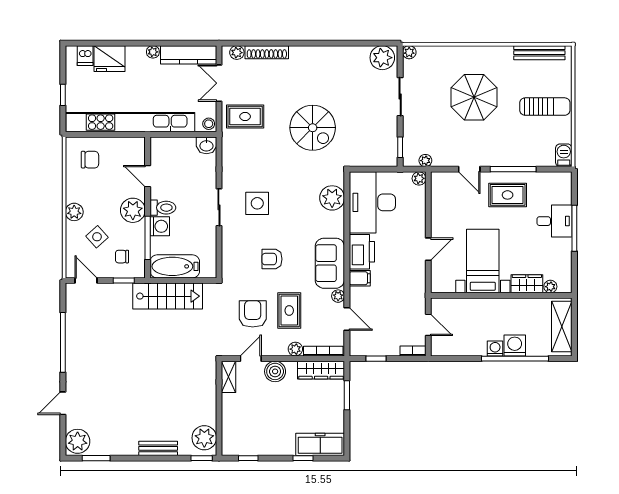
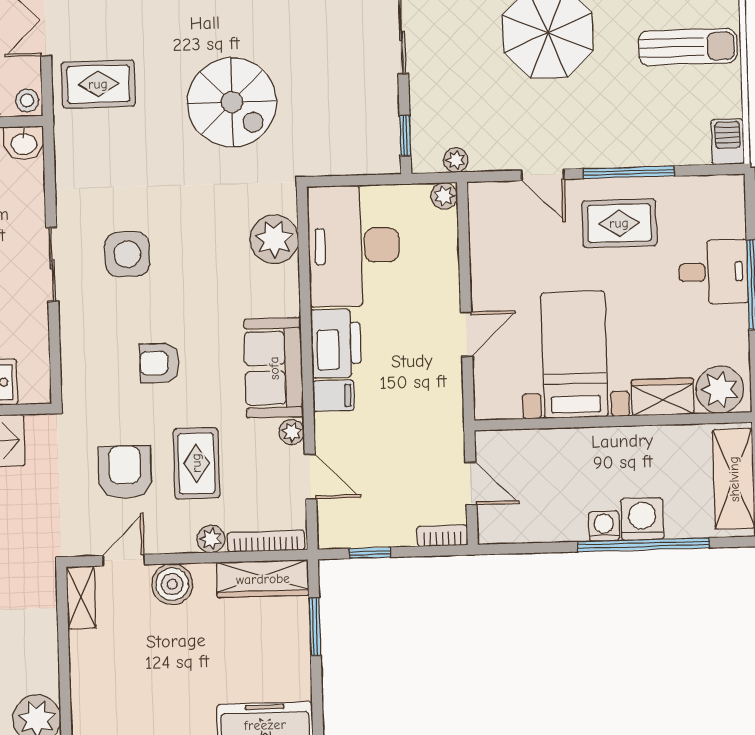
plant: (550, 287) -> (720, 390), width x1.87, depth x1.87

